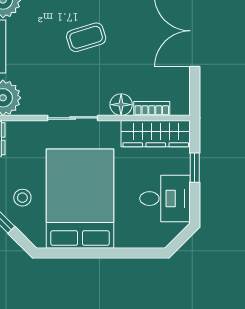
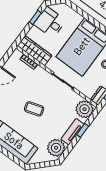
floor lamp: (121, 105) -> (40, 72), removed
window: (195, 168) -> (35, 17), moved

